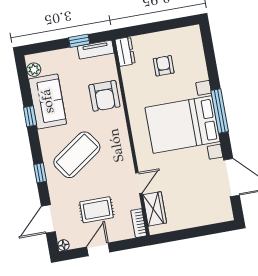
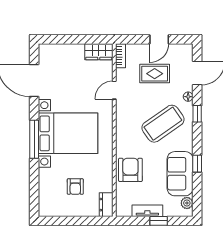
window: (79, 41) -> (159, 221), moved
tv unit: (96, 50) -> (147, 211), moved
wardrobe: (155, 209) -> (99, 52), moved, turned -90
floor lamp: (64, 245) -> (188, 97), moved

